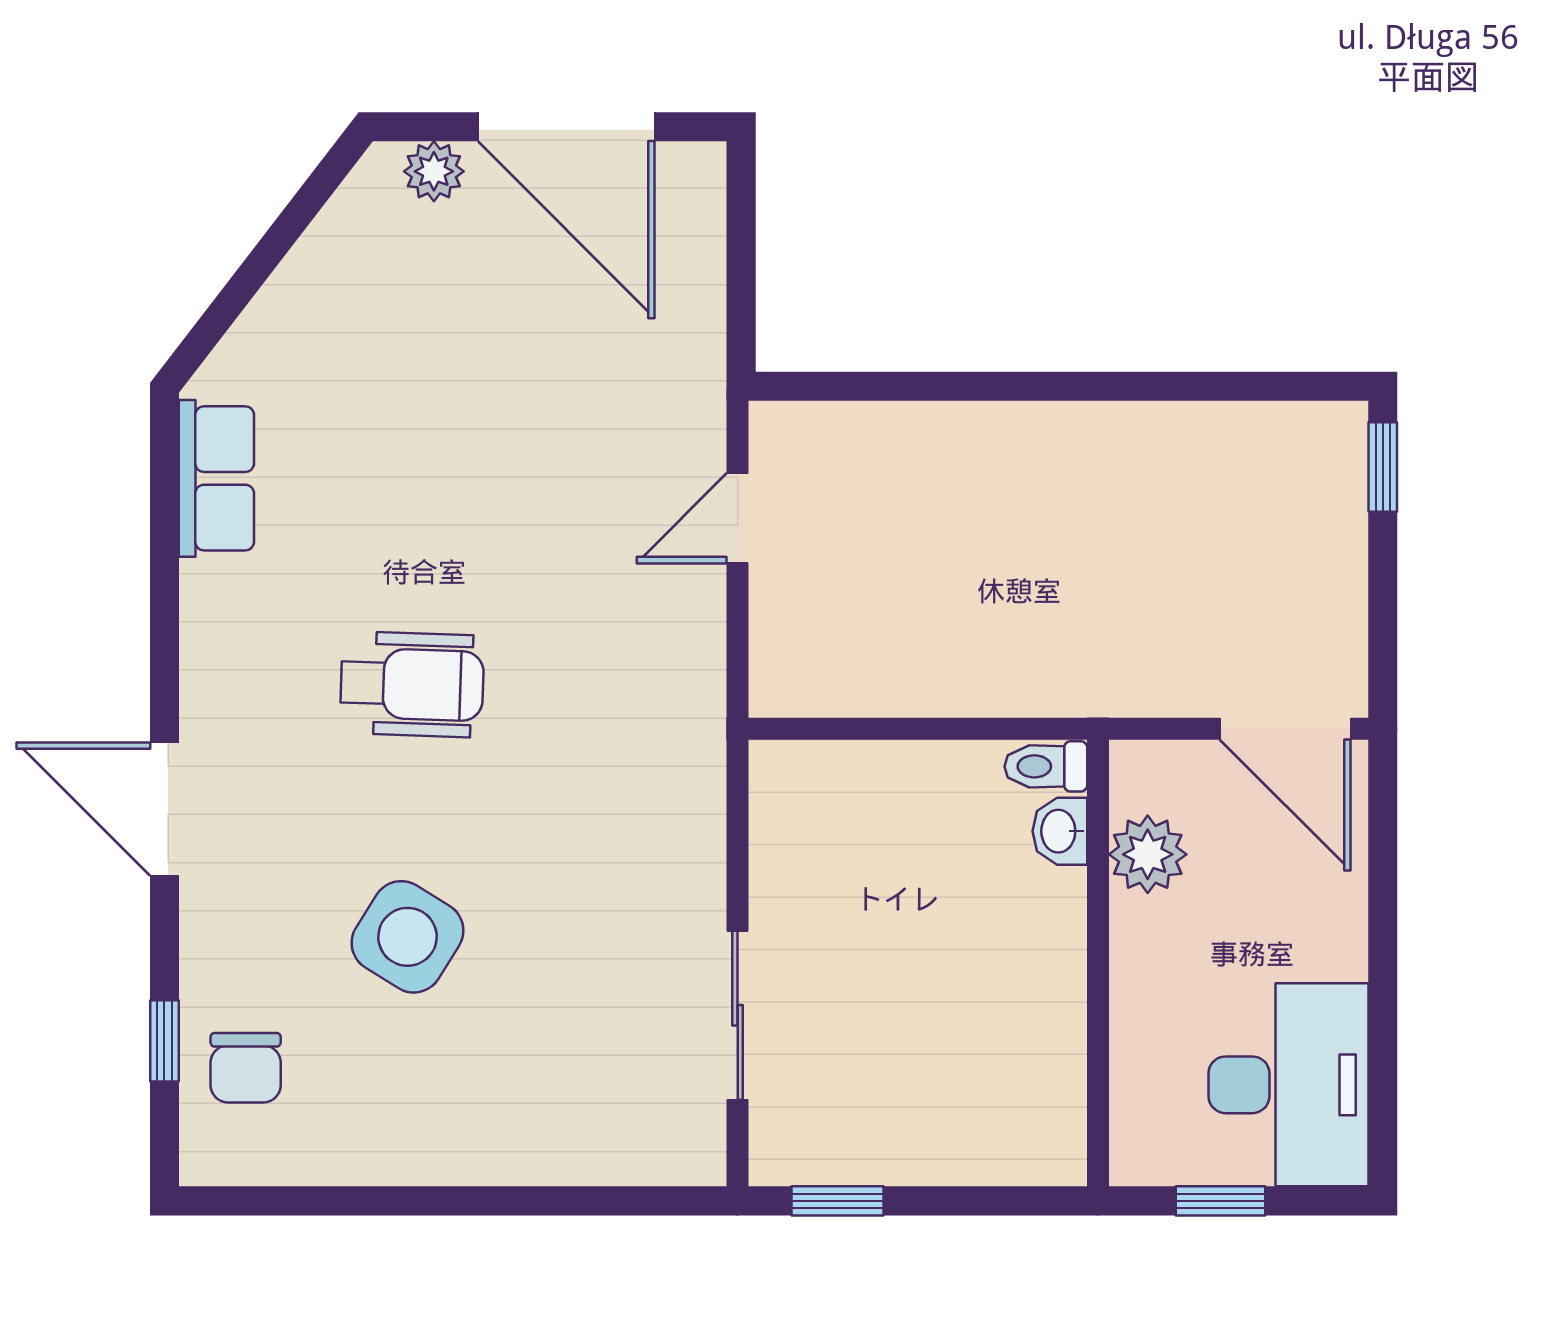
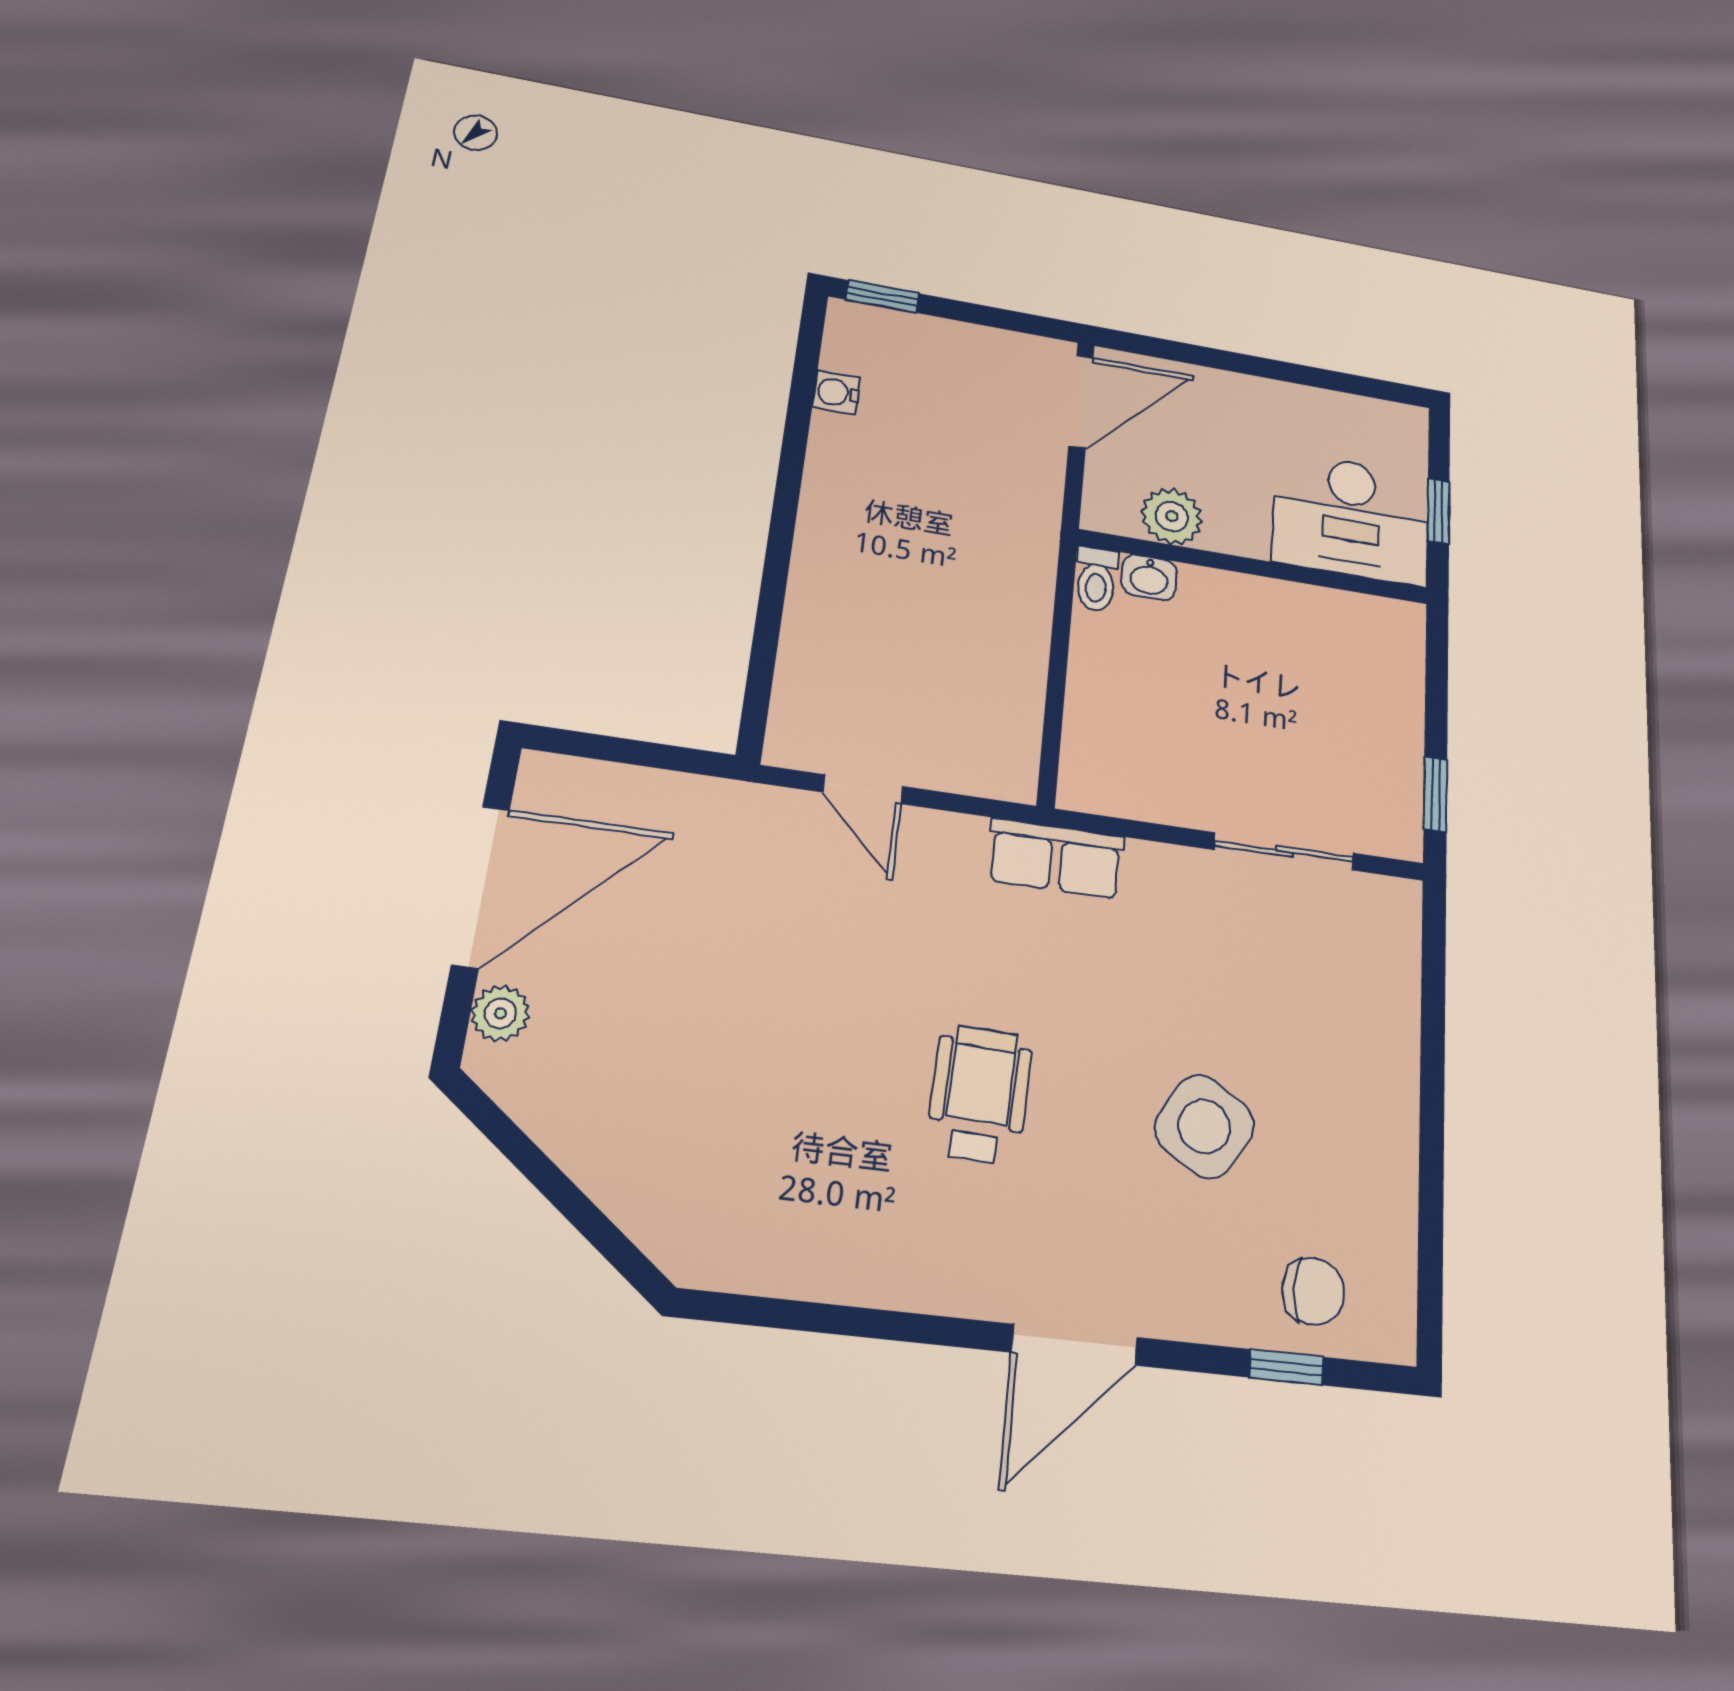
water cooler: (1237, 427) -> (836, 392), added
row of seats: (216, 478) -> (1056, 858), moved, turned 180
desk: (1288, 1085) -> (1351, 518), moved, turned 180

